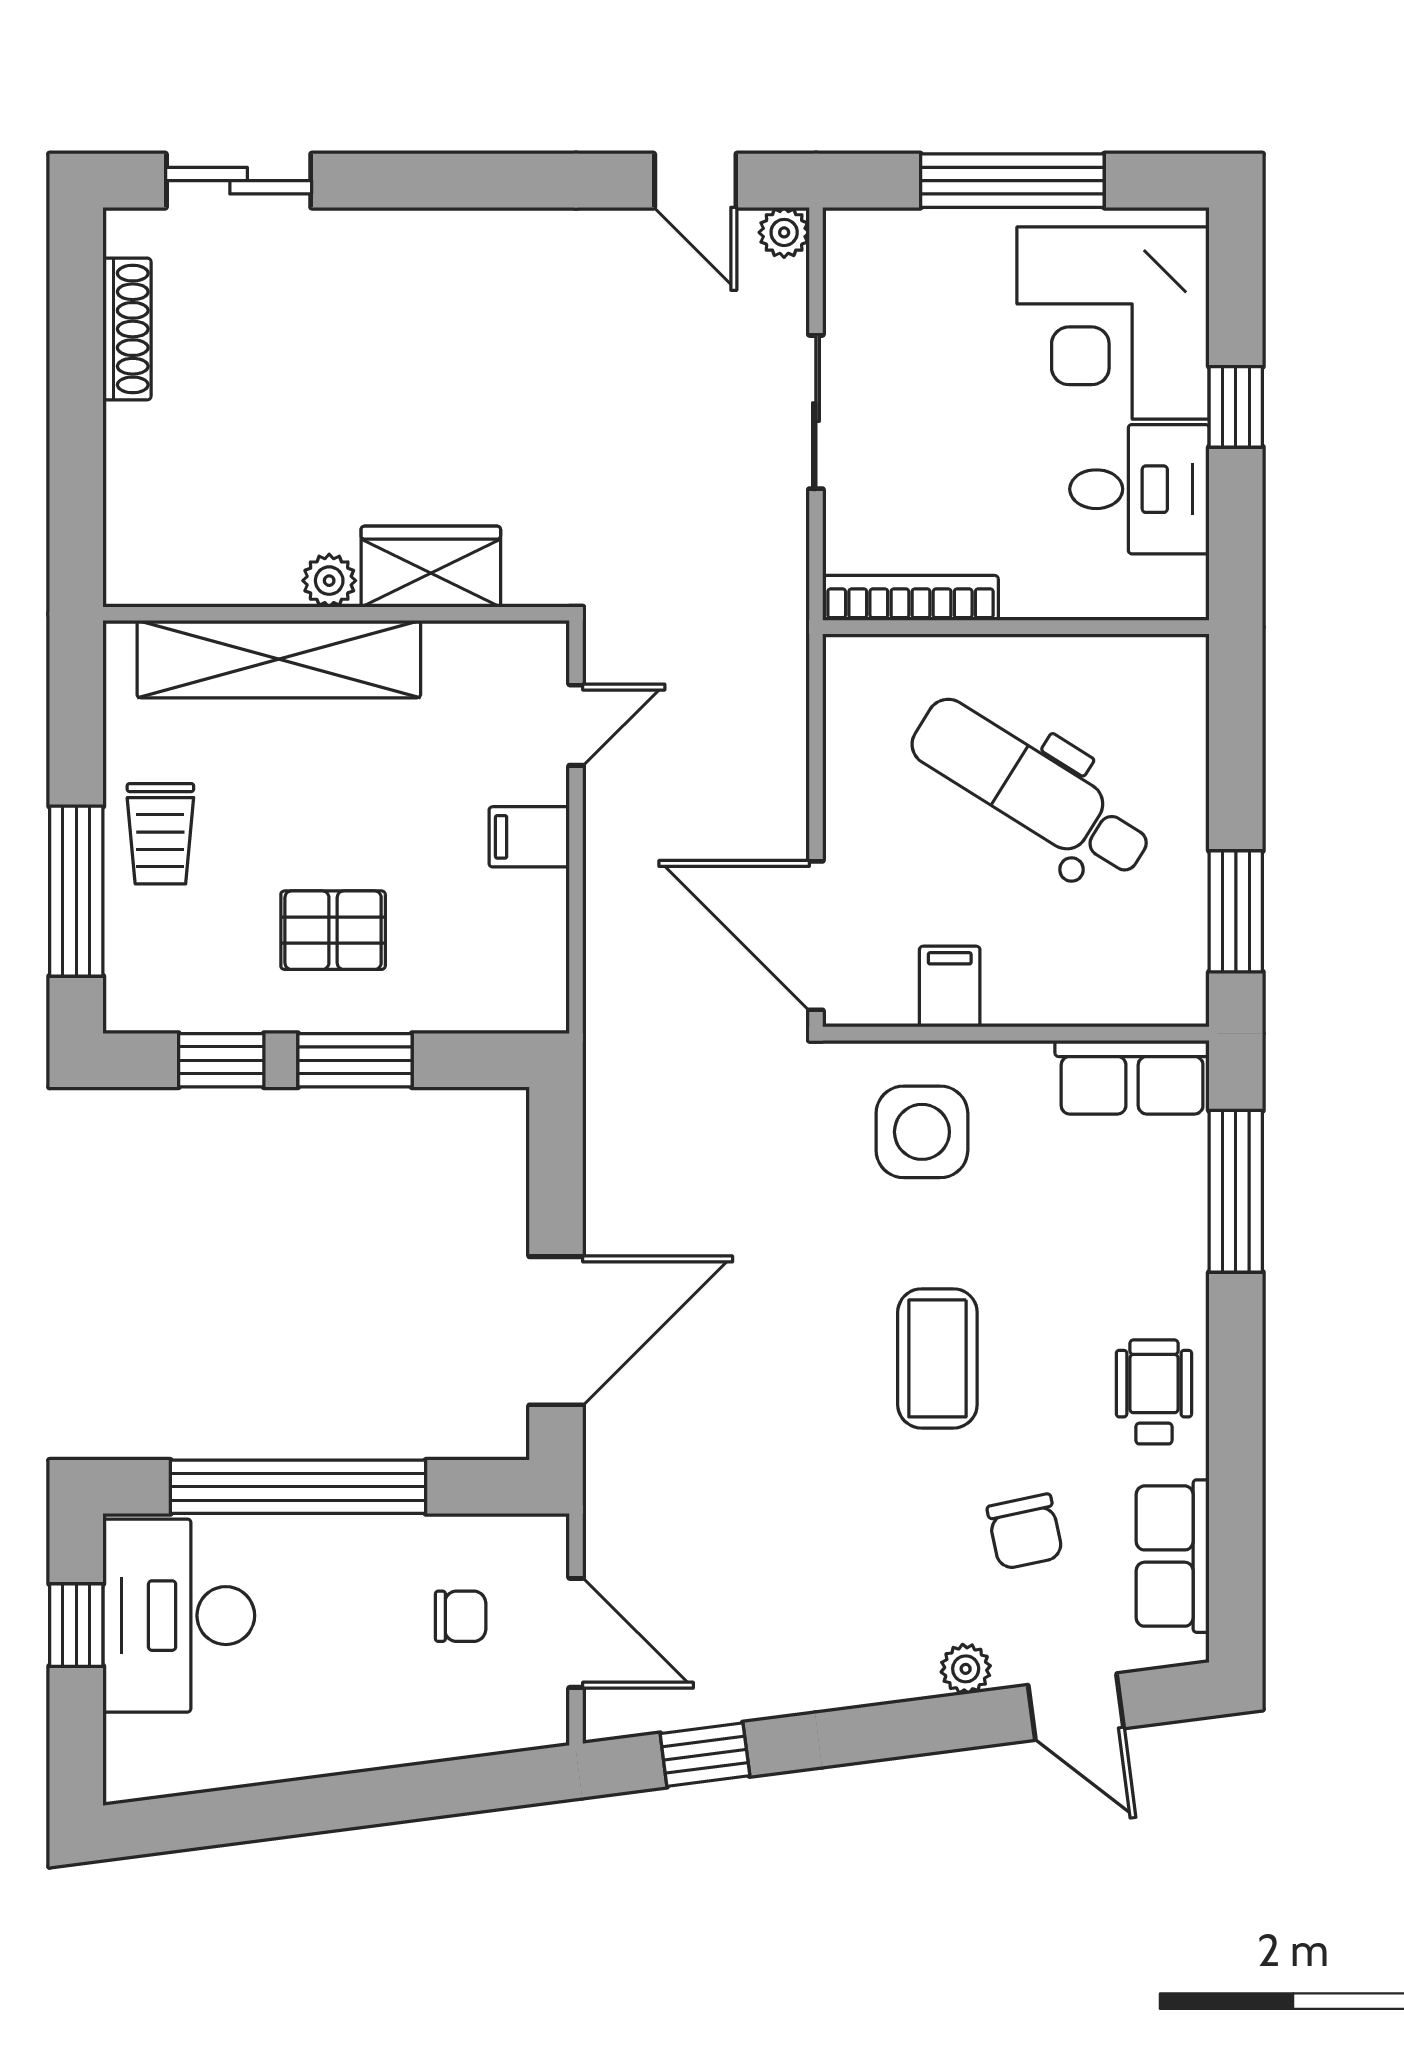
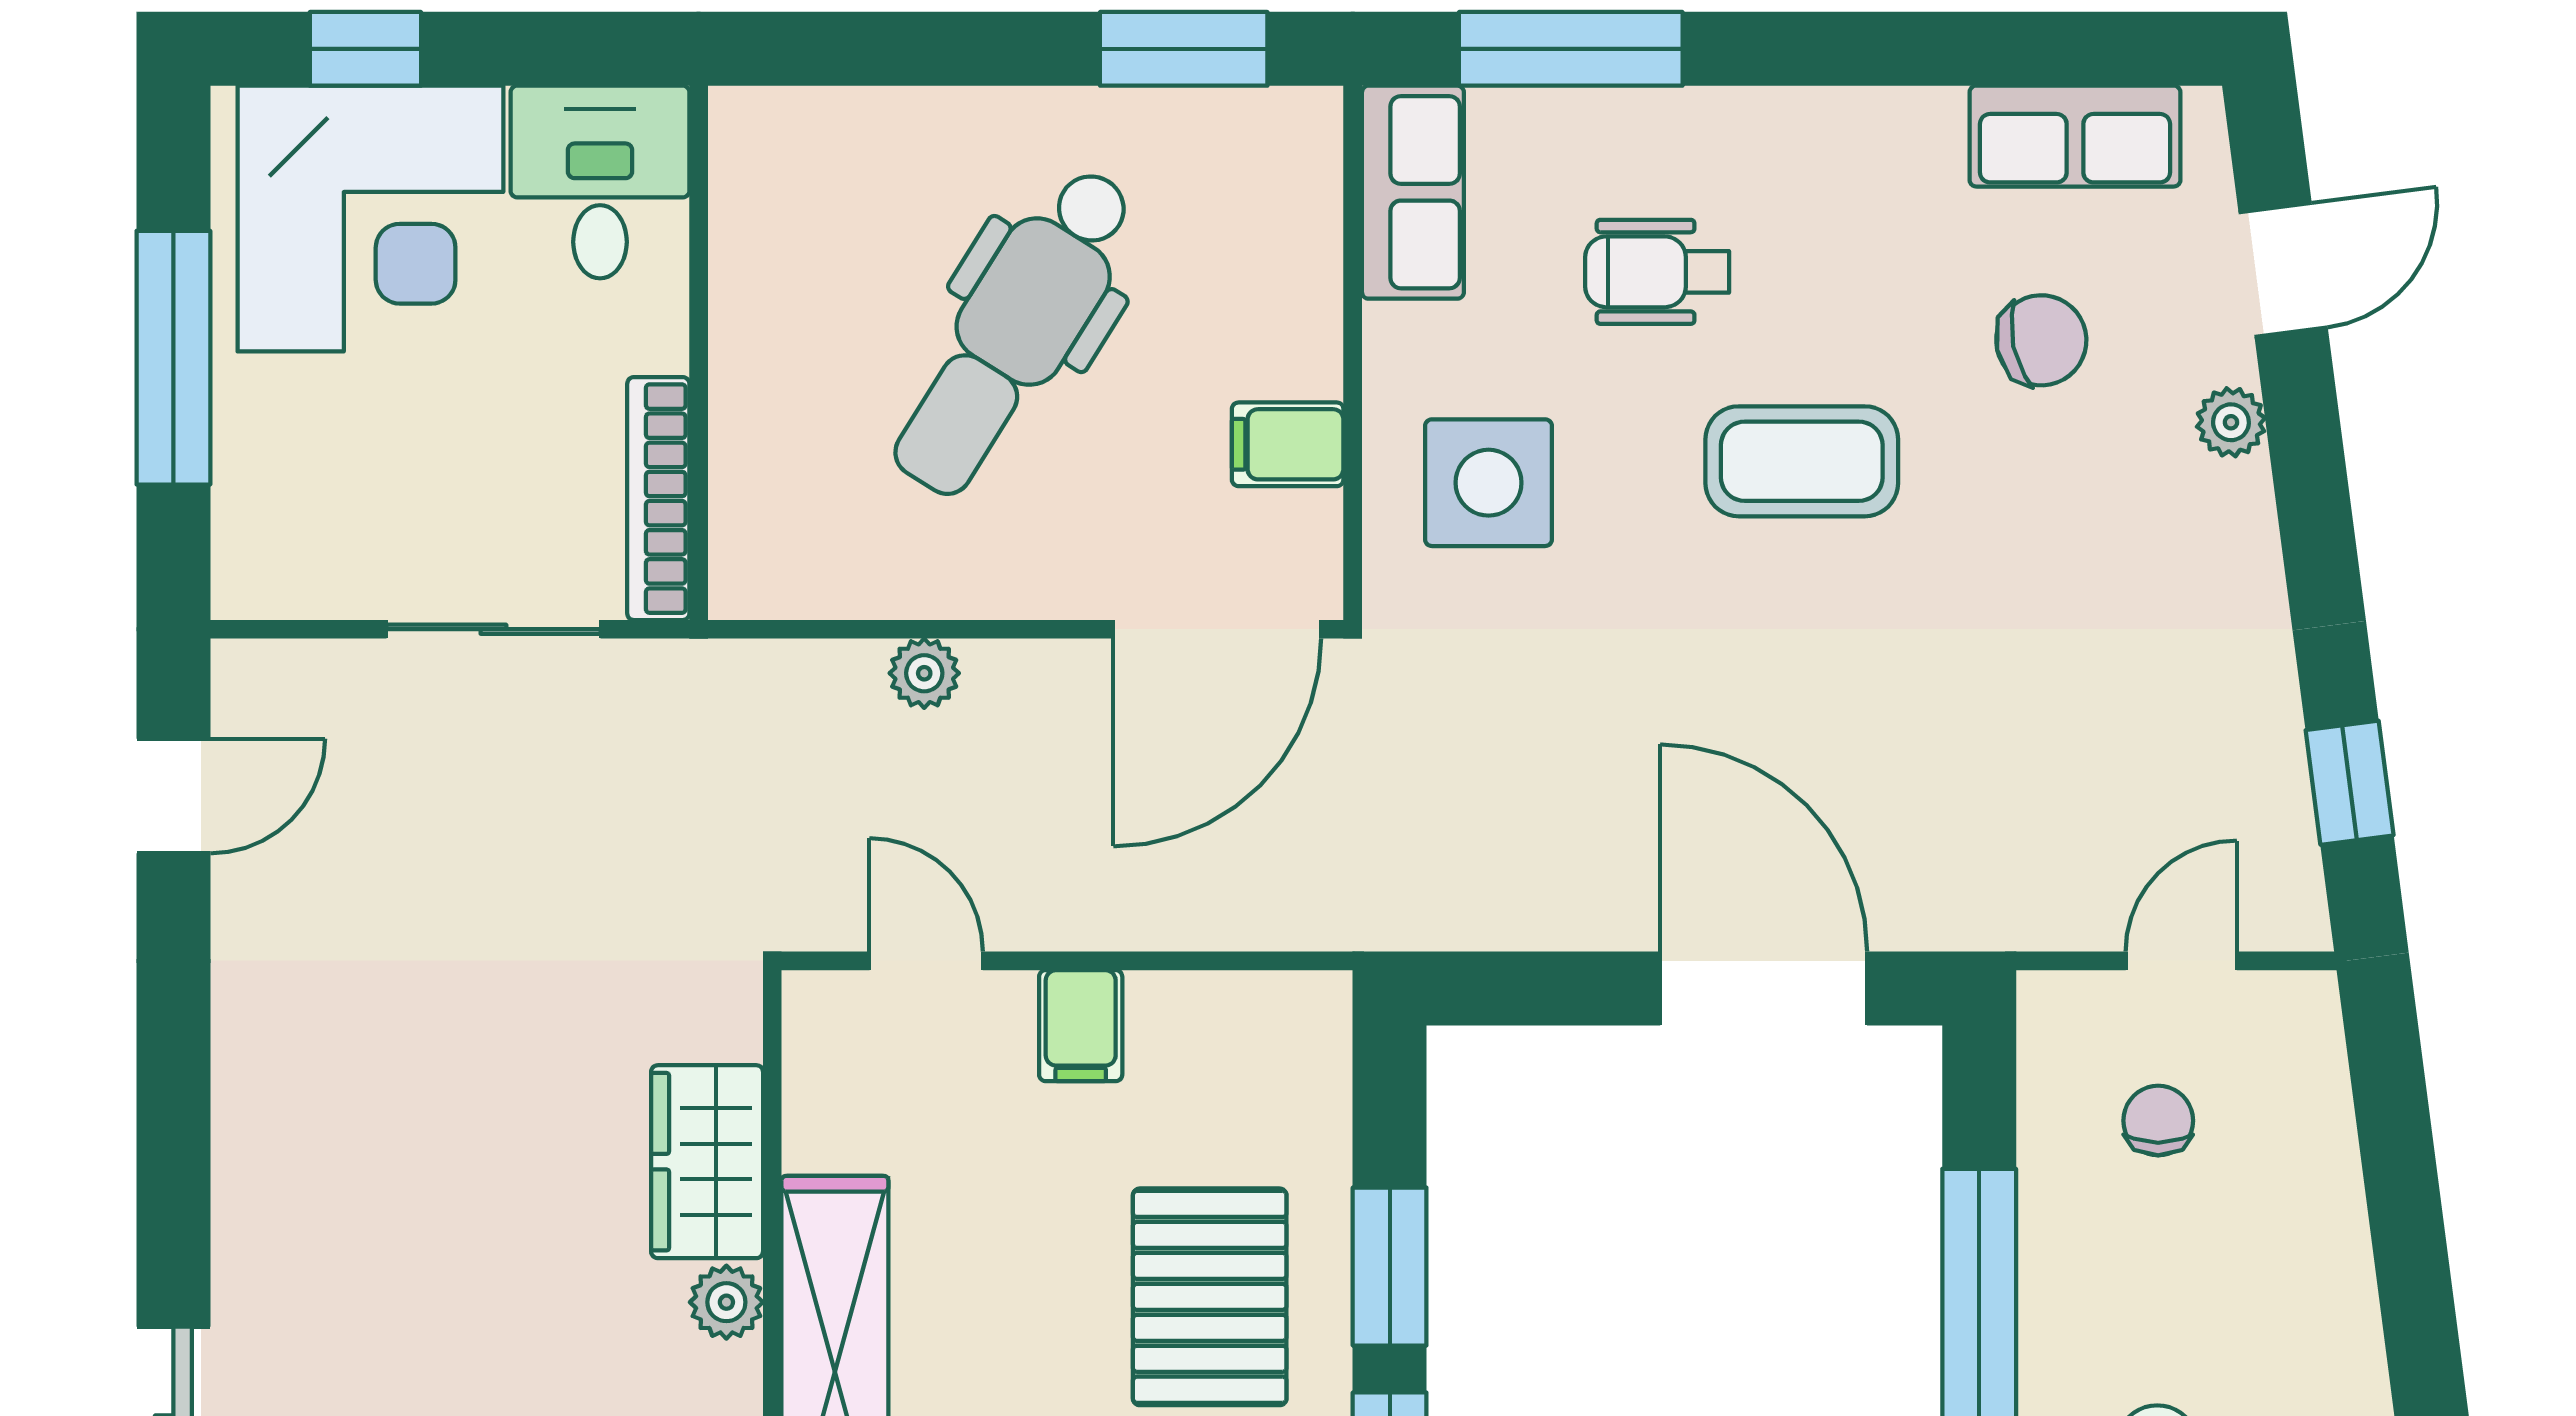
plant: (784, 232) -> (924, 673), moved
window: (1236, 407) -> (365, 49), moved
bookcase: (910, 598) -> (658, 499), moved
wall: (1016, 627) -> (699, 353), moved
pallet: (333, 930) -> (1210, 1297), width x1.50, depth x1.42
wheelchair: (1154, 1392) -> (1657, 272), moved
door: (576, 1633) -> (2181, 961), width x0.73

